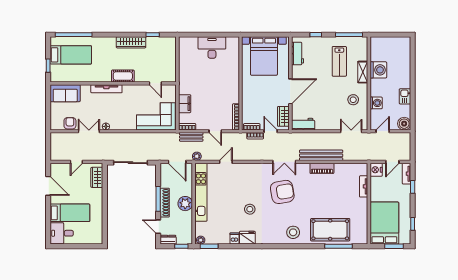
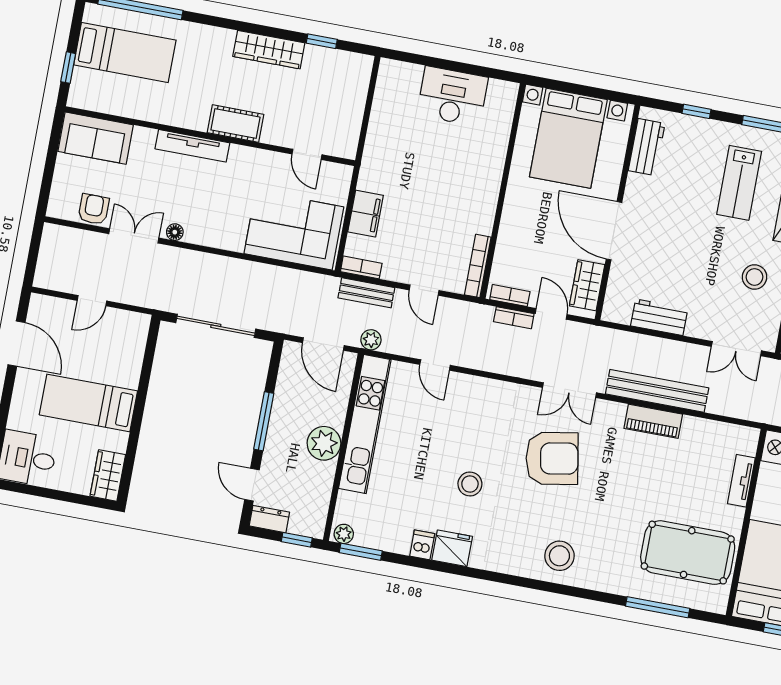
door: (290, 91) -> (614, 231), swing flipped
workbench: (303, 124) -> (659, 317), moved
double door: (351, 131) -> (736, 349), swing flipped
door: (226, 162) -> (435, 365), swing flipped
wardrobe: (97, 177) -> (108, 475), moved
shoe rack: (165, 203) -> (277, 432), removed
bed: (70, 213) -> (88, 403), moved, turned 180
pool table: (330, 230) -> (688, 553), moved

